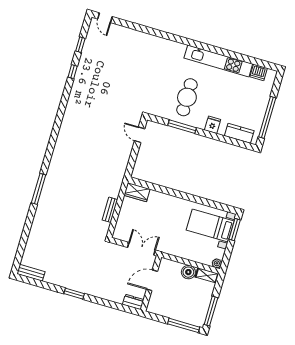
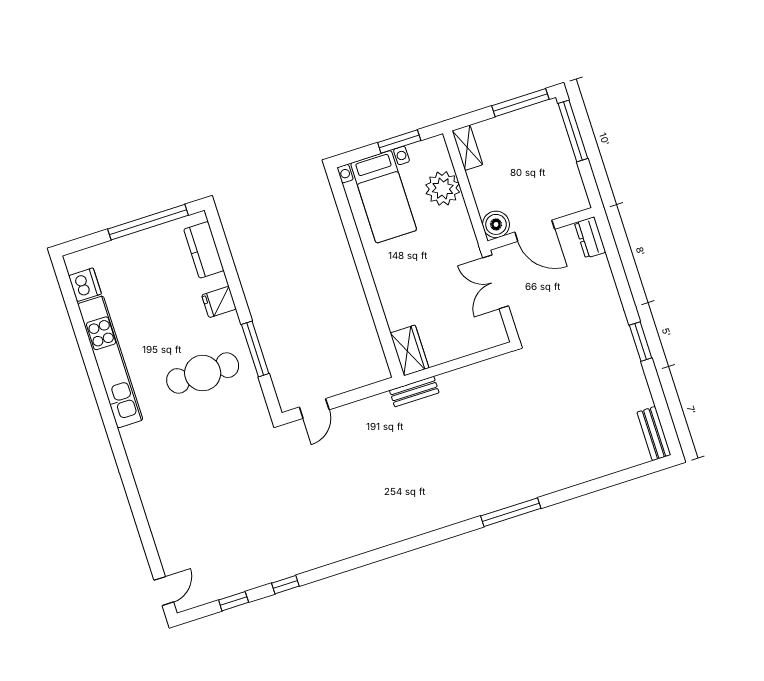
bench: (110, 210) -> (414, 392), moved
window: (235, 230) -> (399, 142), moved
plant: (217, 263) -> (443, 188), moved, width x1.88, depth x1.88
boiler: (188, 272) -> (496, 224), moved

